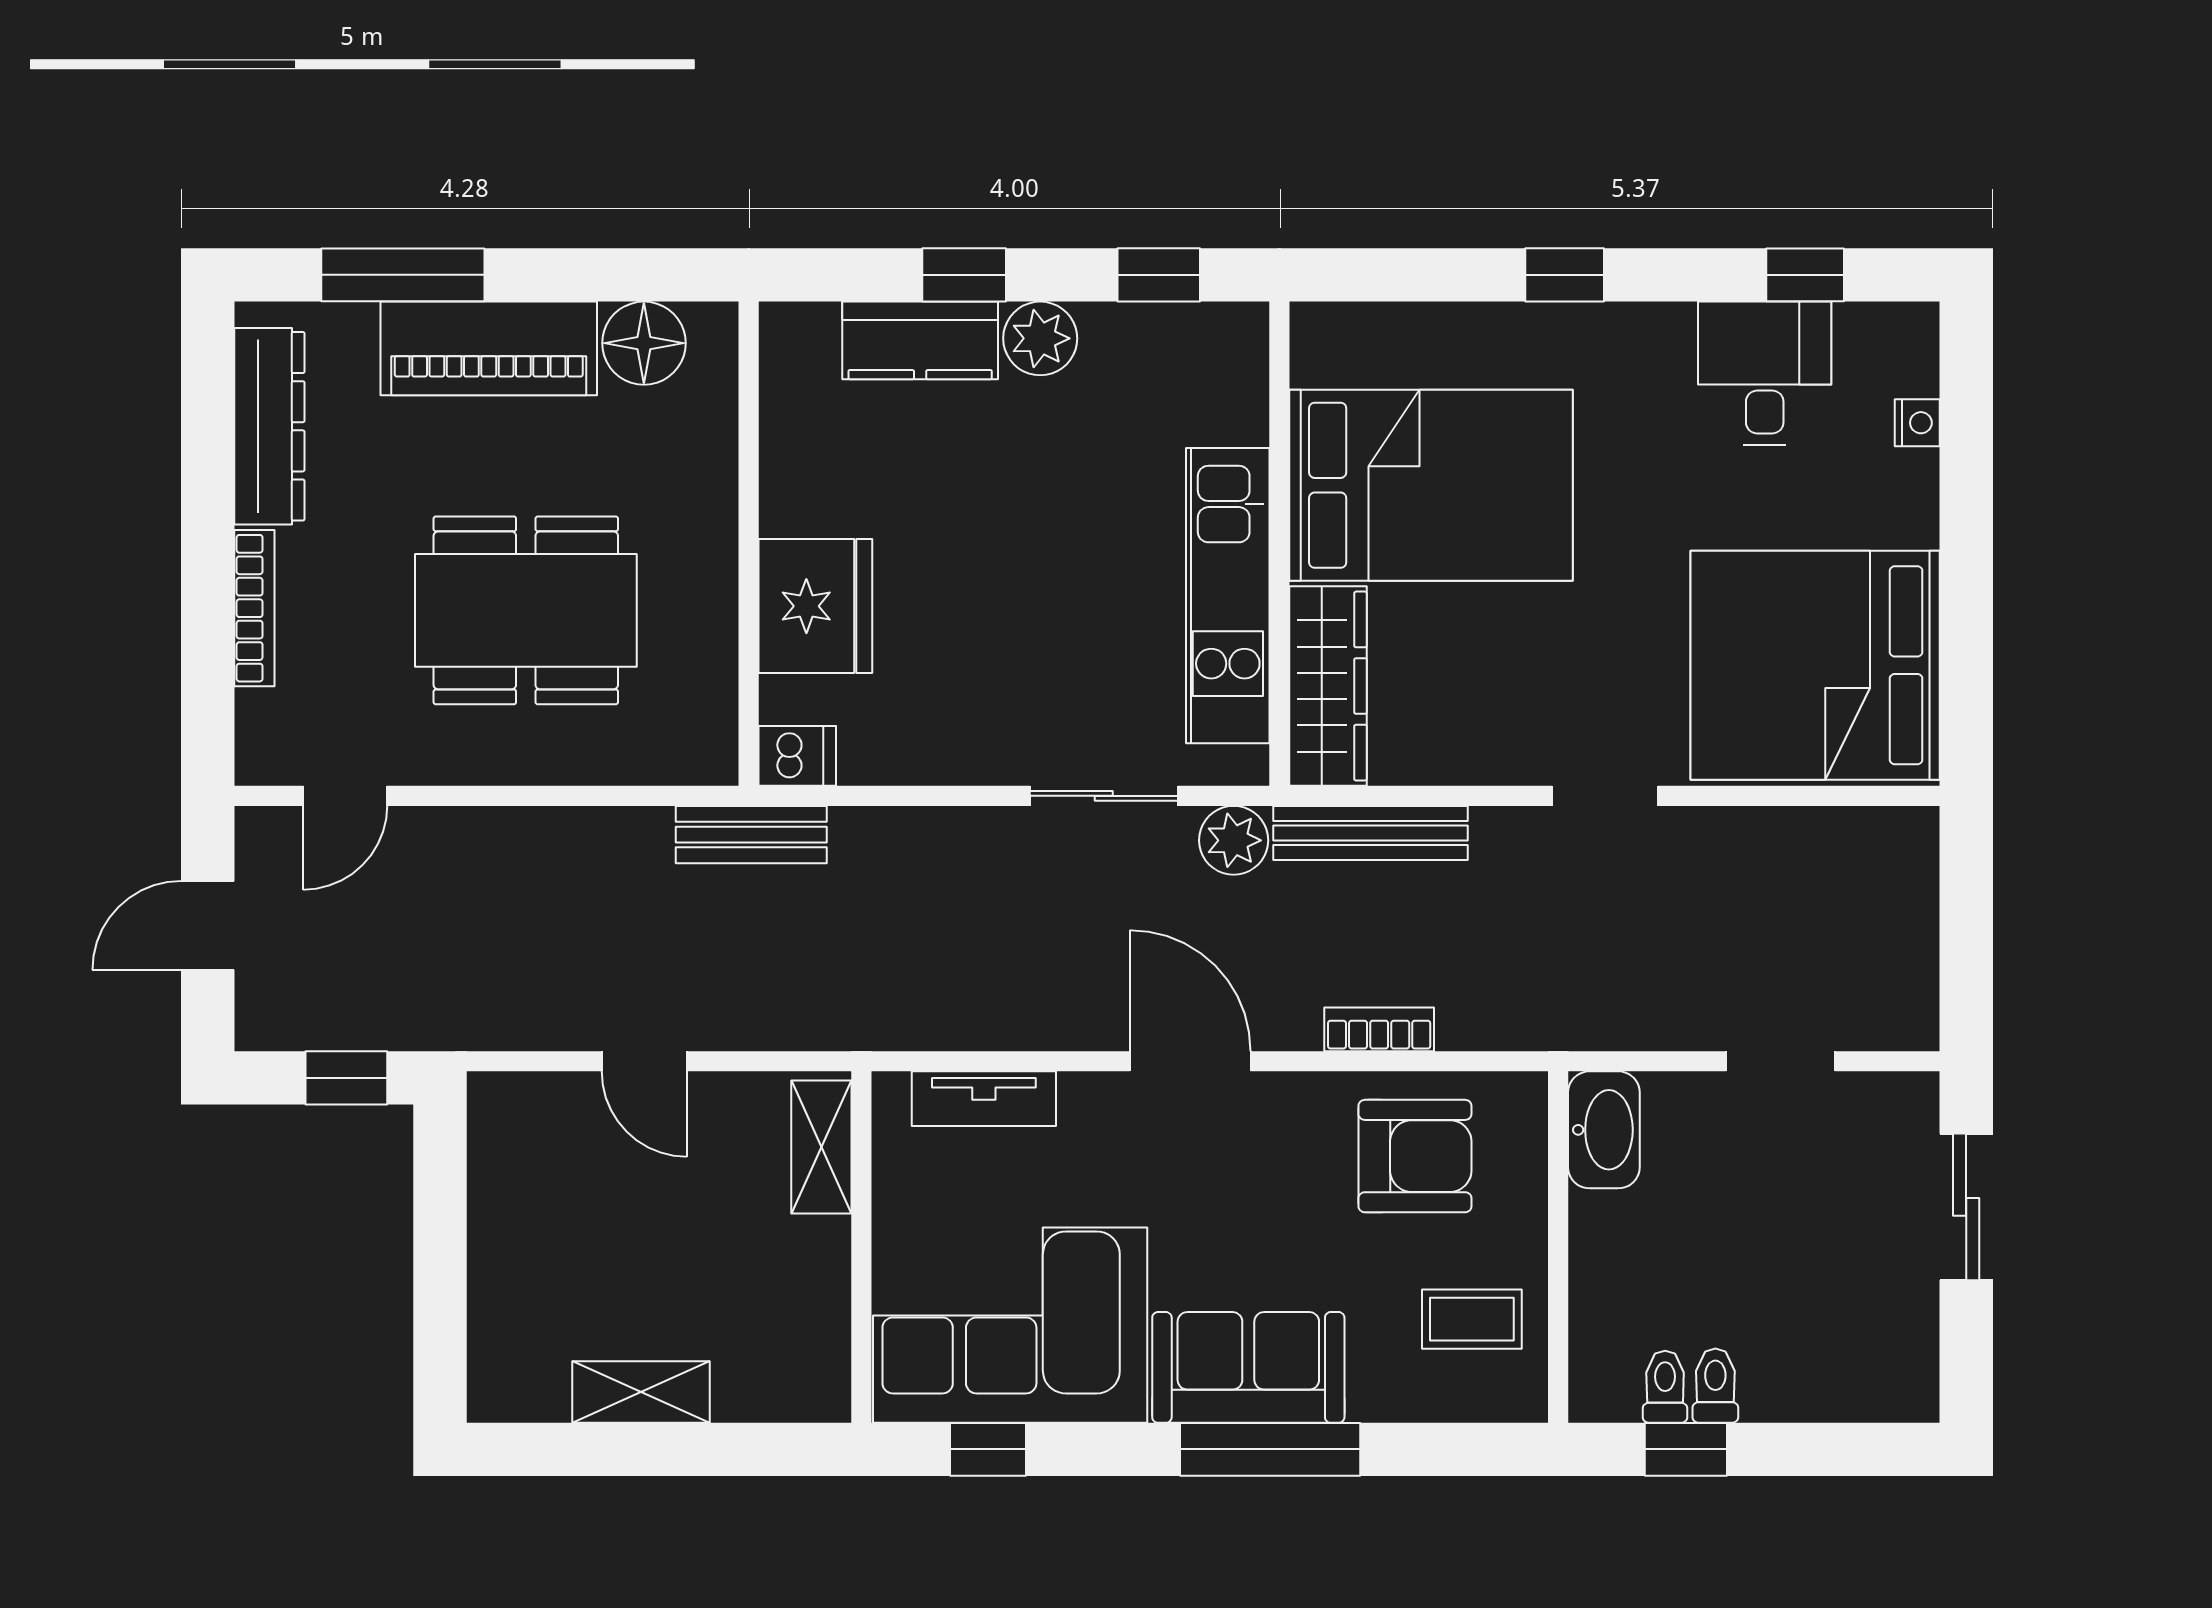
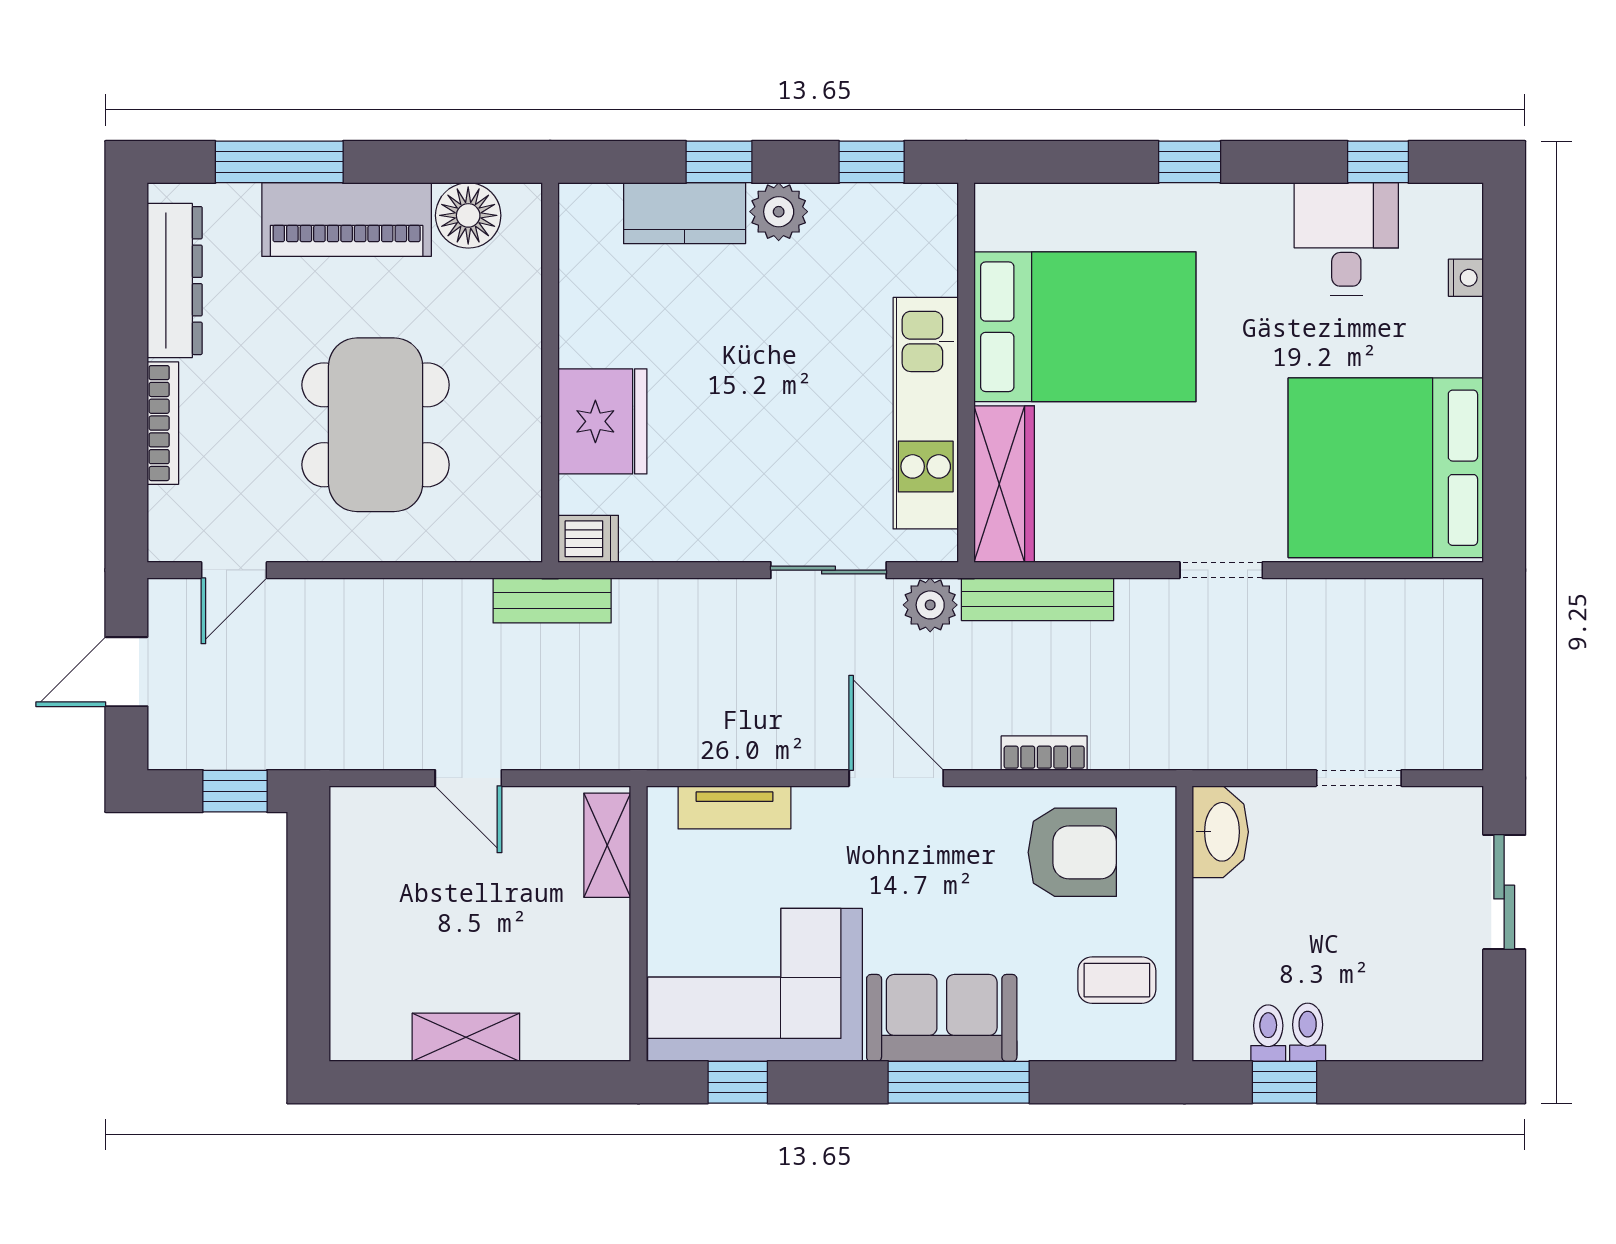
dining table: (526, 610) -> (376, 425), turned 90

